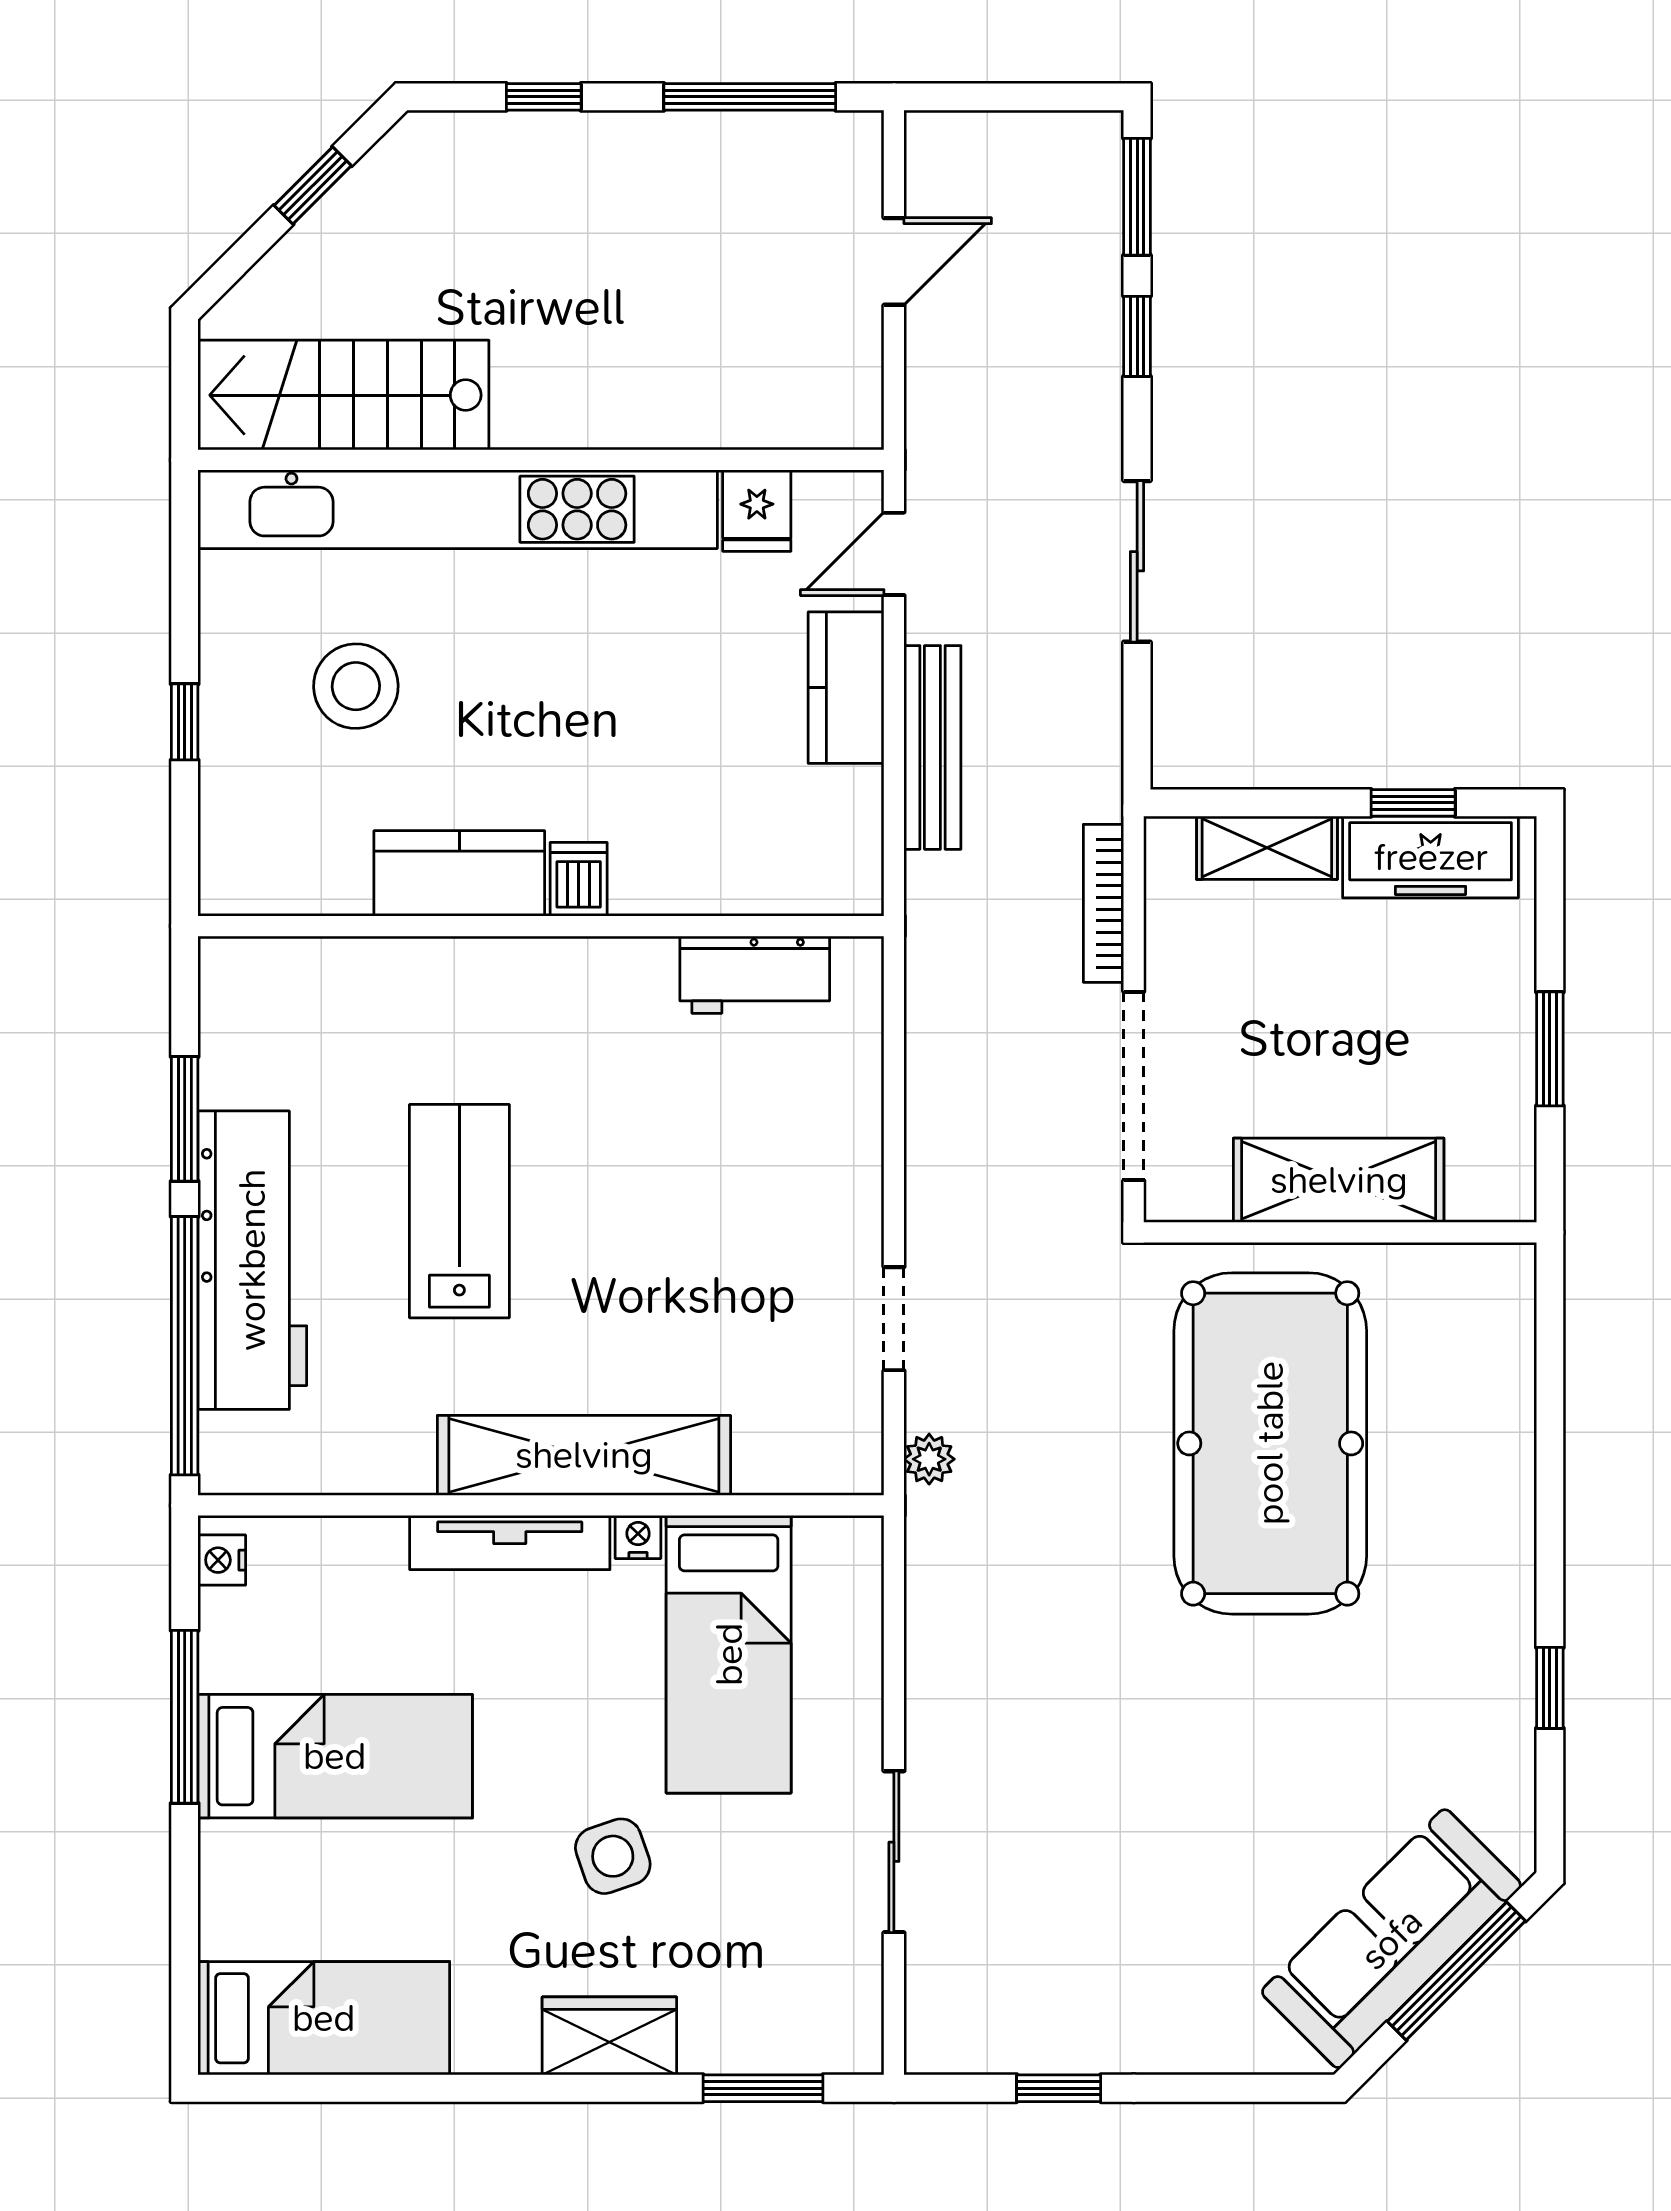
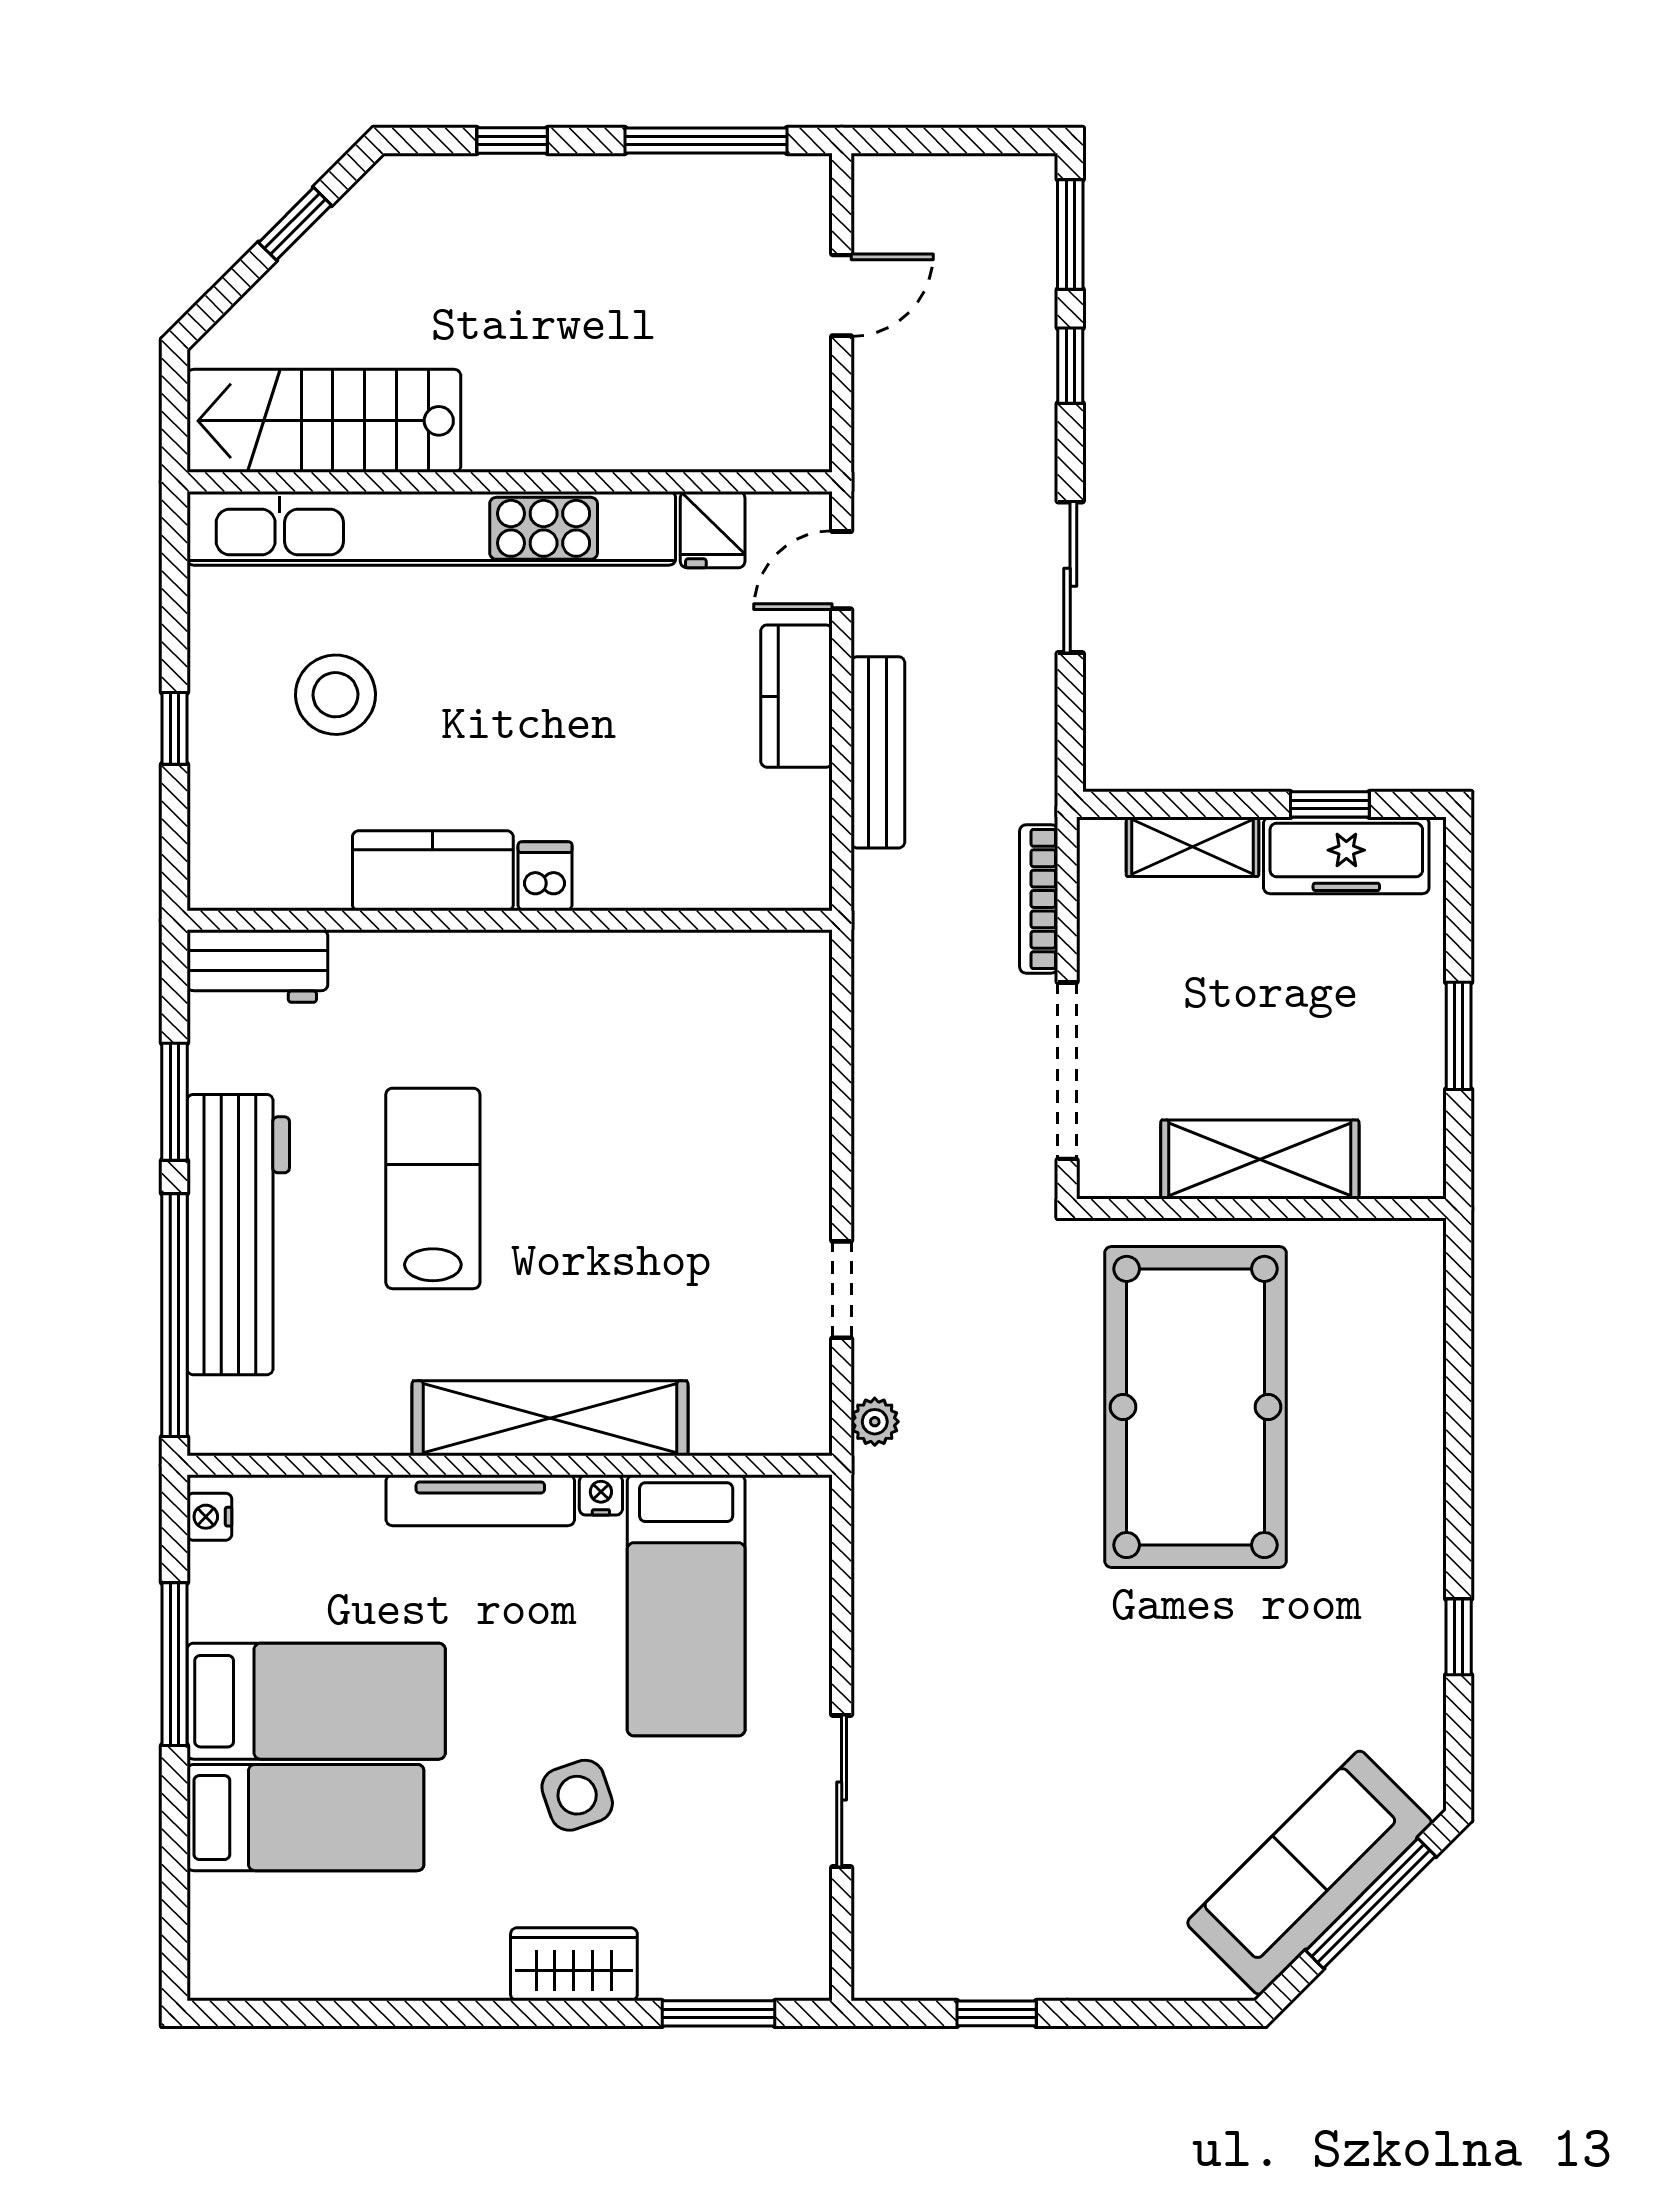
workbench: (755, 975) -> (257, 966), moved
bed: (324, 2018) -> (305, 1818), moved

